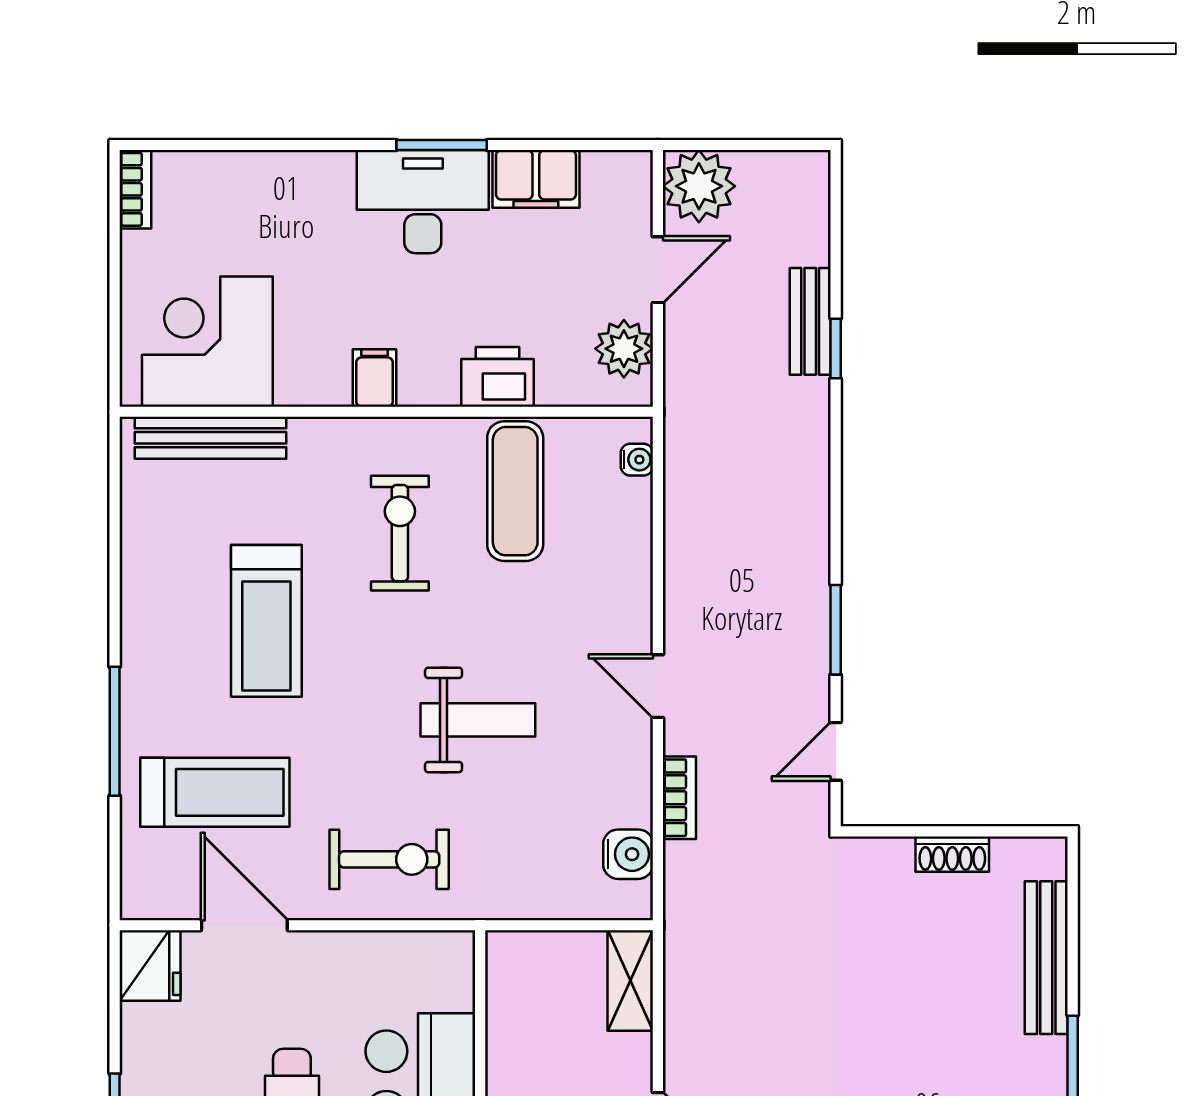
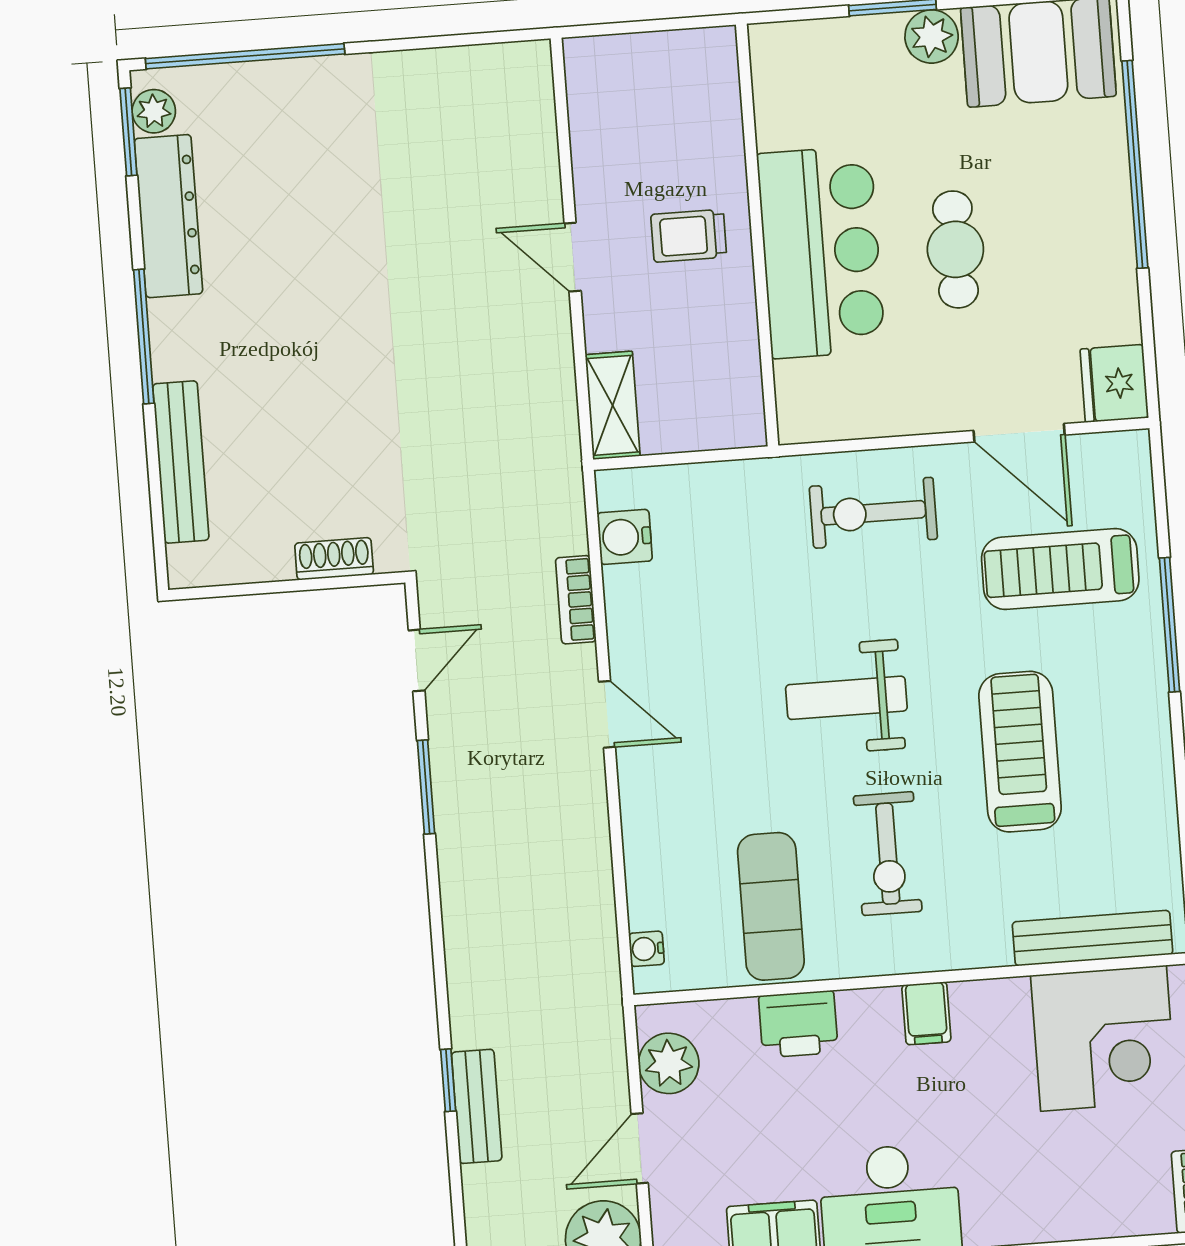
weight bench: (478, 720) -> (846, 698), moved
shoe rack: (952, 854) -> (334, 559), moved

